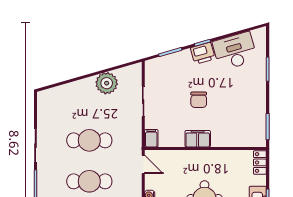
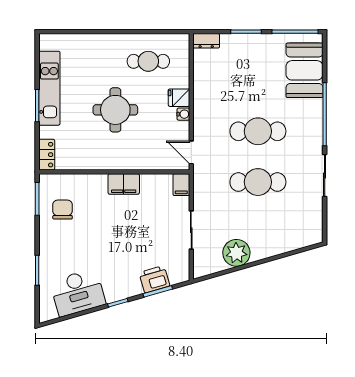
printer: (203, 53) -> (154, 279), moved
chair: (199, 100) -> (63, 210), moved

